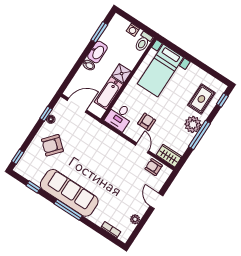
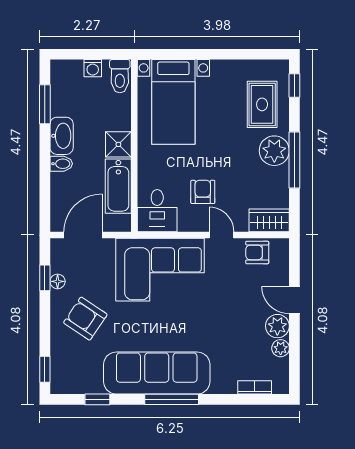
armchair: (52, 145) -> (85, 319), turned 83
corner sofa: (103, 145) -> (160, 270), added
plant: (140, 208) -> (277, 326), added

